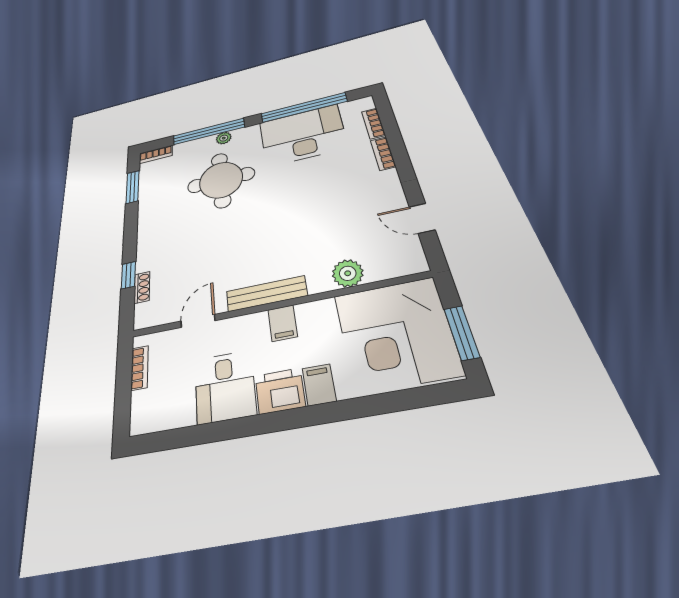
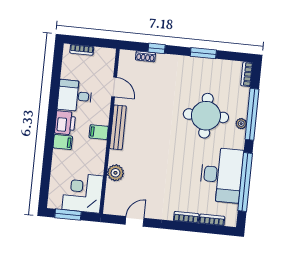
window: (133, 187) -> (203, 53), moved
corner desk: (396, 333) -> (83, 193), width x0.74, depth x0.74
bookcase: (140, 368) -> (82, 50), moved

